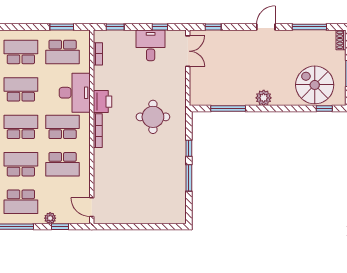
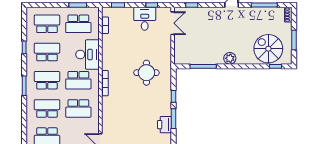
printer: (103, 102) -> (164, 125), moved, turned 180
school desk: (63, 127) -> (78, 80), turned 180

